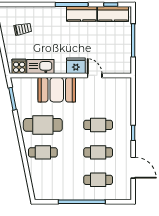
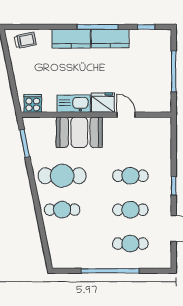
kitchen counter: (113, 14) -> (71, 39), moved
trolley: (23, 29) -> (25, 40), moved
kitchen sink: (40, 67) -> (74, 104), moved

